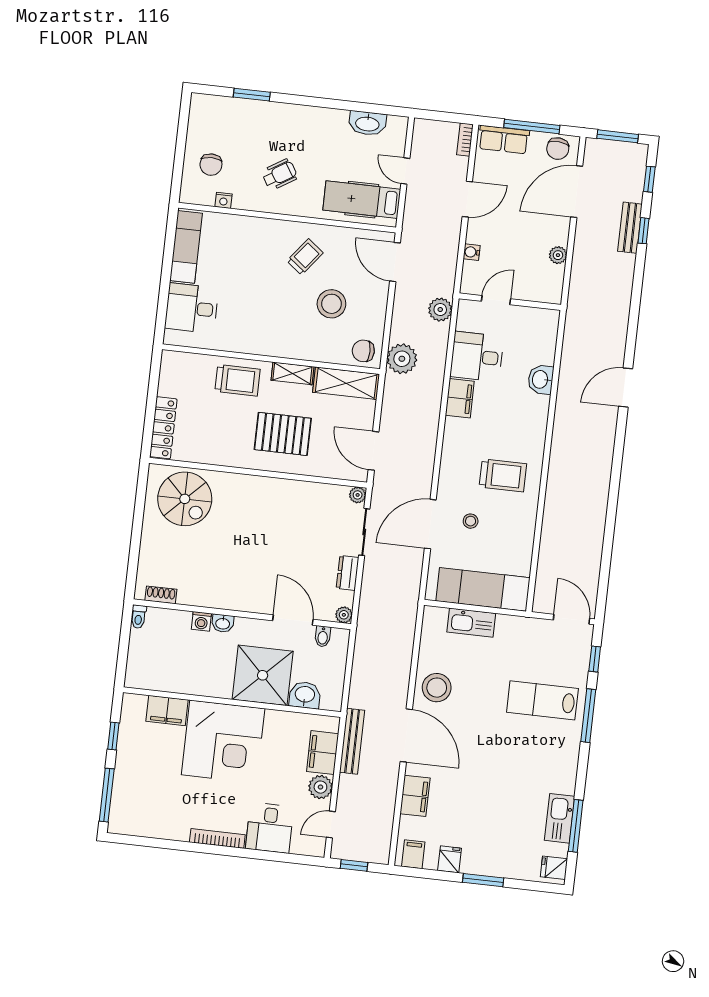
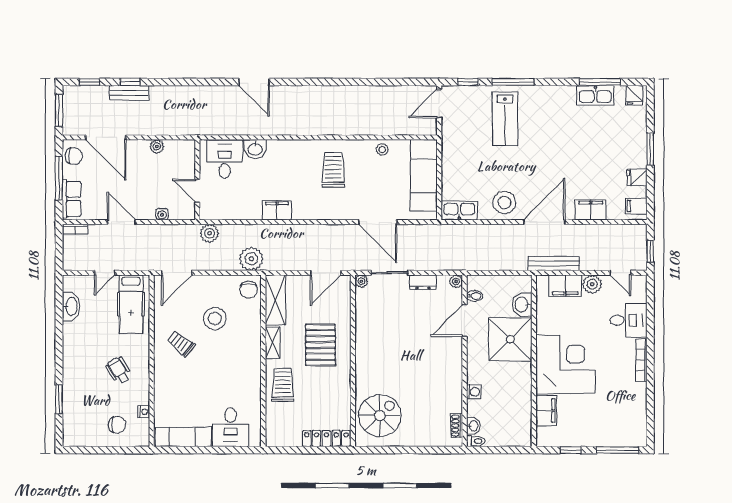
desk: (477, 357) -> (225, 159), moved, turned 180
stool: (471, 521) -> (382, 150), moved
washbasin: (223, 623) -> (473, 426), moved
kitchen sink: (471, 623) -> (459, 210), moved, turned -90

